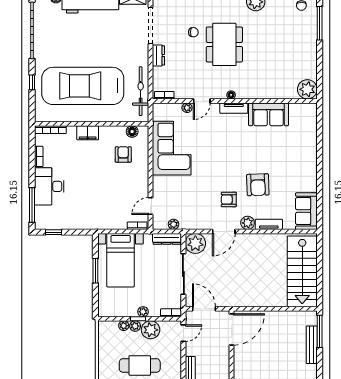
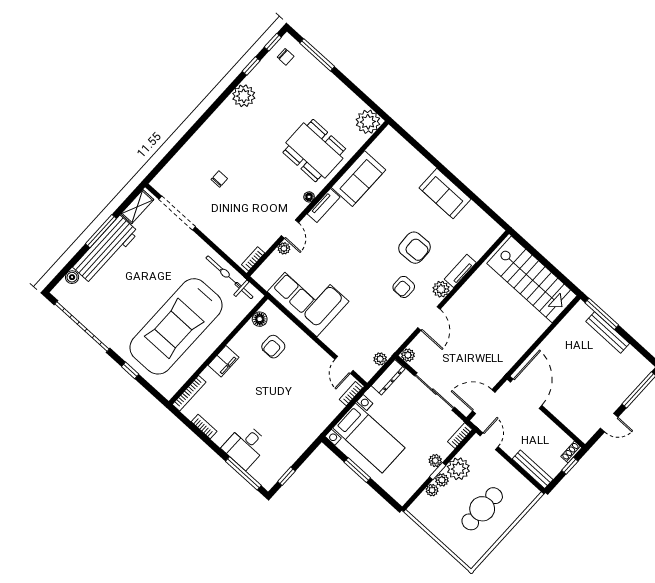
dining table: (224, 44) -> (314, 151), moved
dresser: (158, 55) -> (211, 231), removed
armchair: (123, 154) -> (273, 347), turned -90
desk: (49, 186) -> (245, 446), width x0.73
sofa: (306, 211) -> (445, 193), moved
plant: (195, 243) -> (408, 355), width x0.53, depth x0.53

